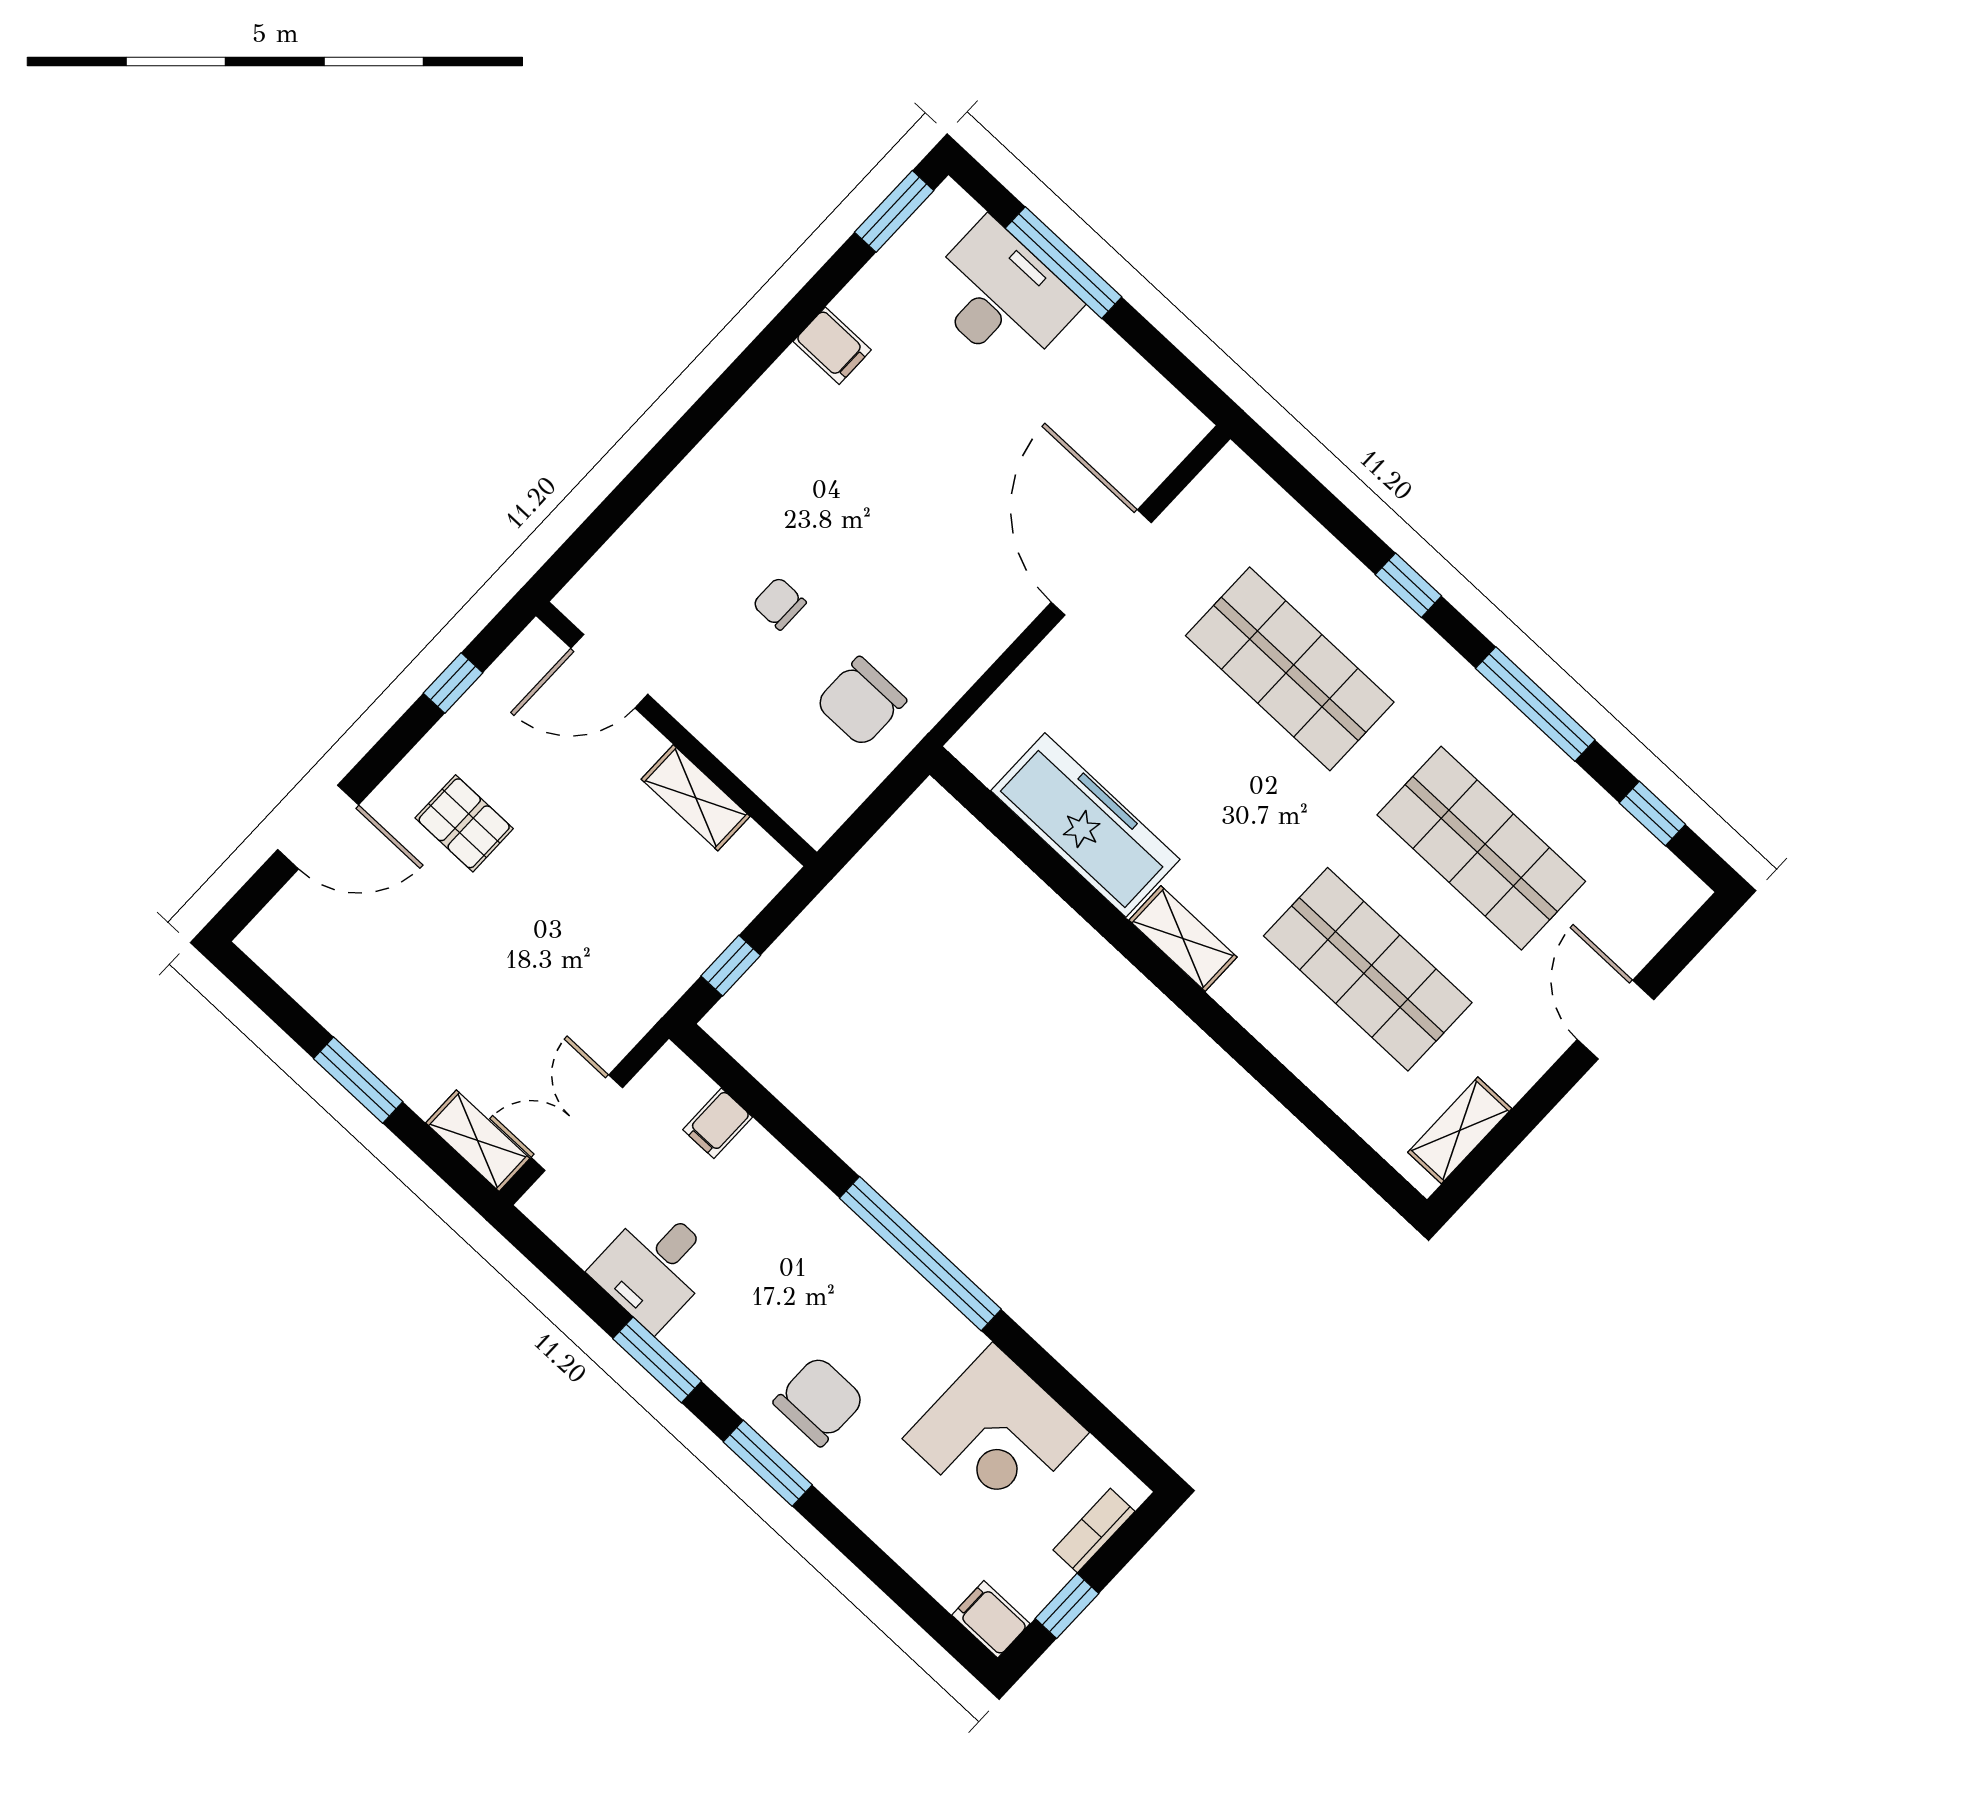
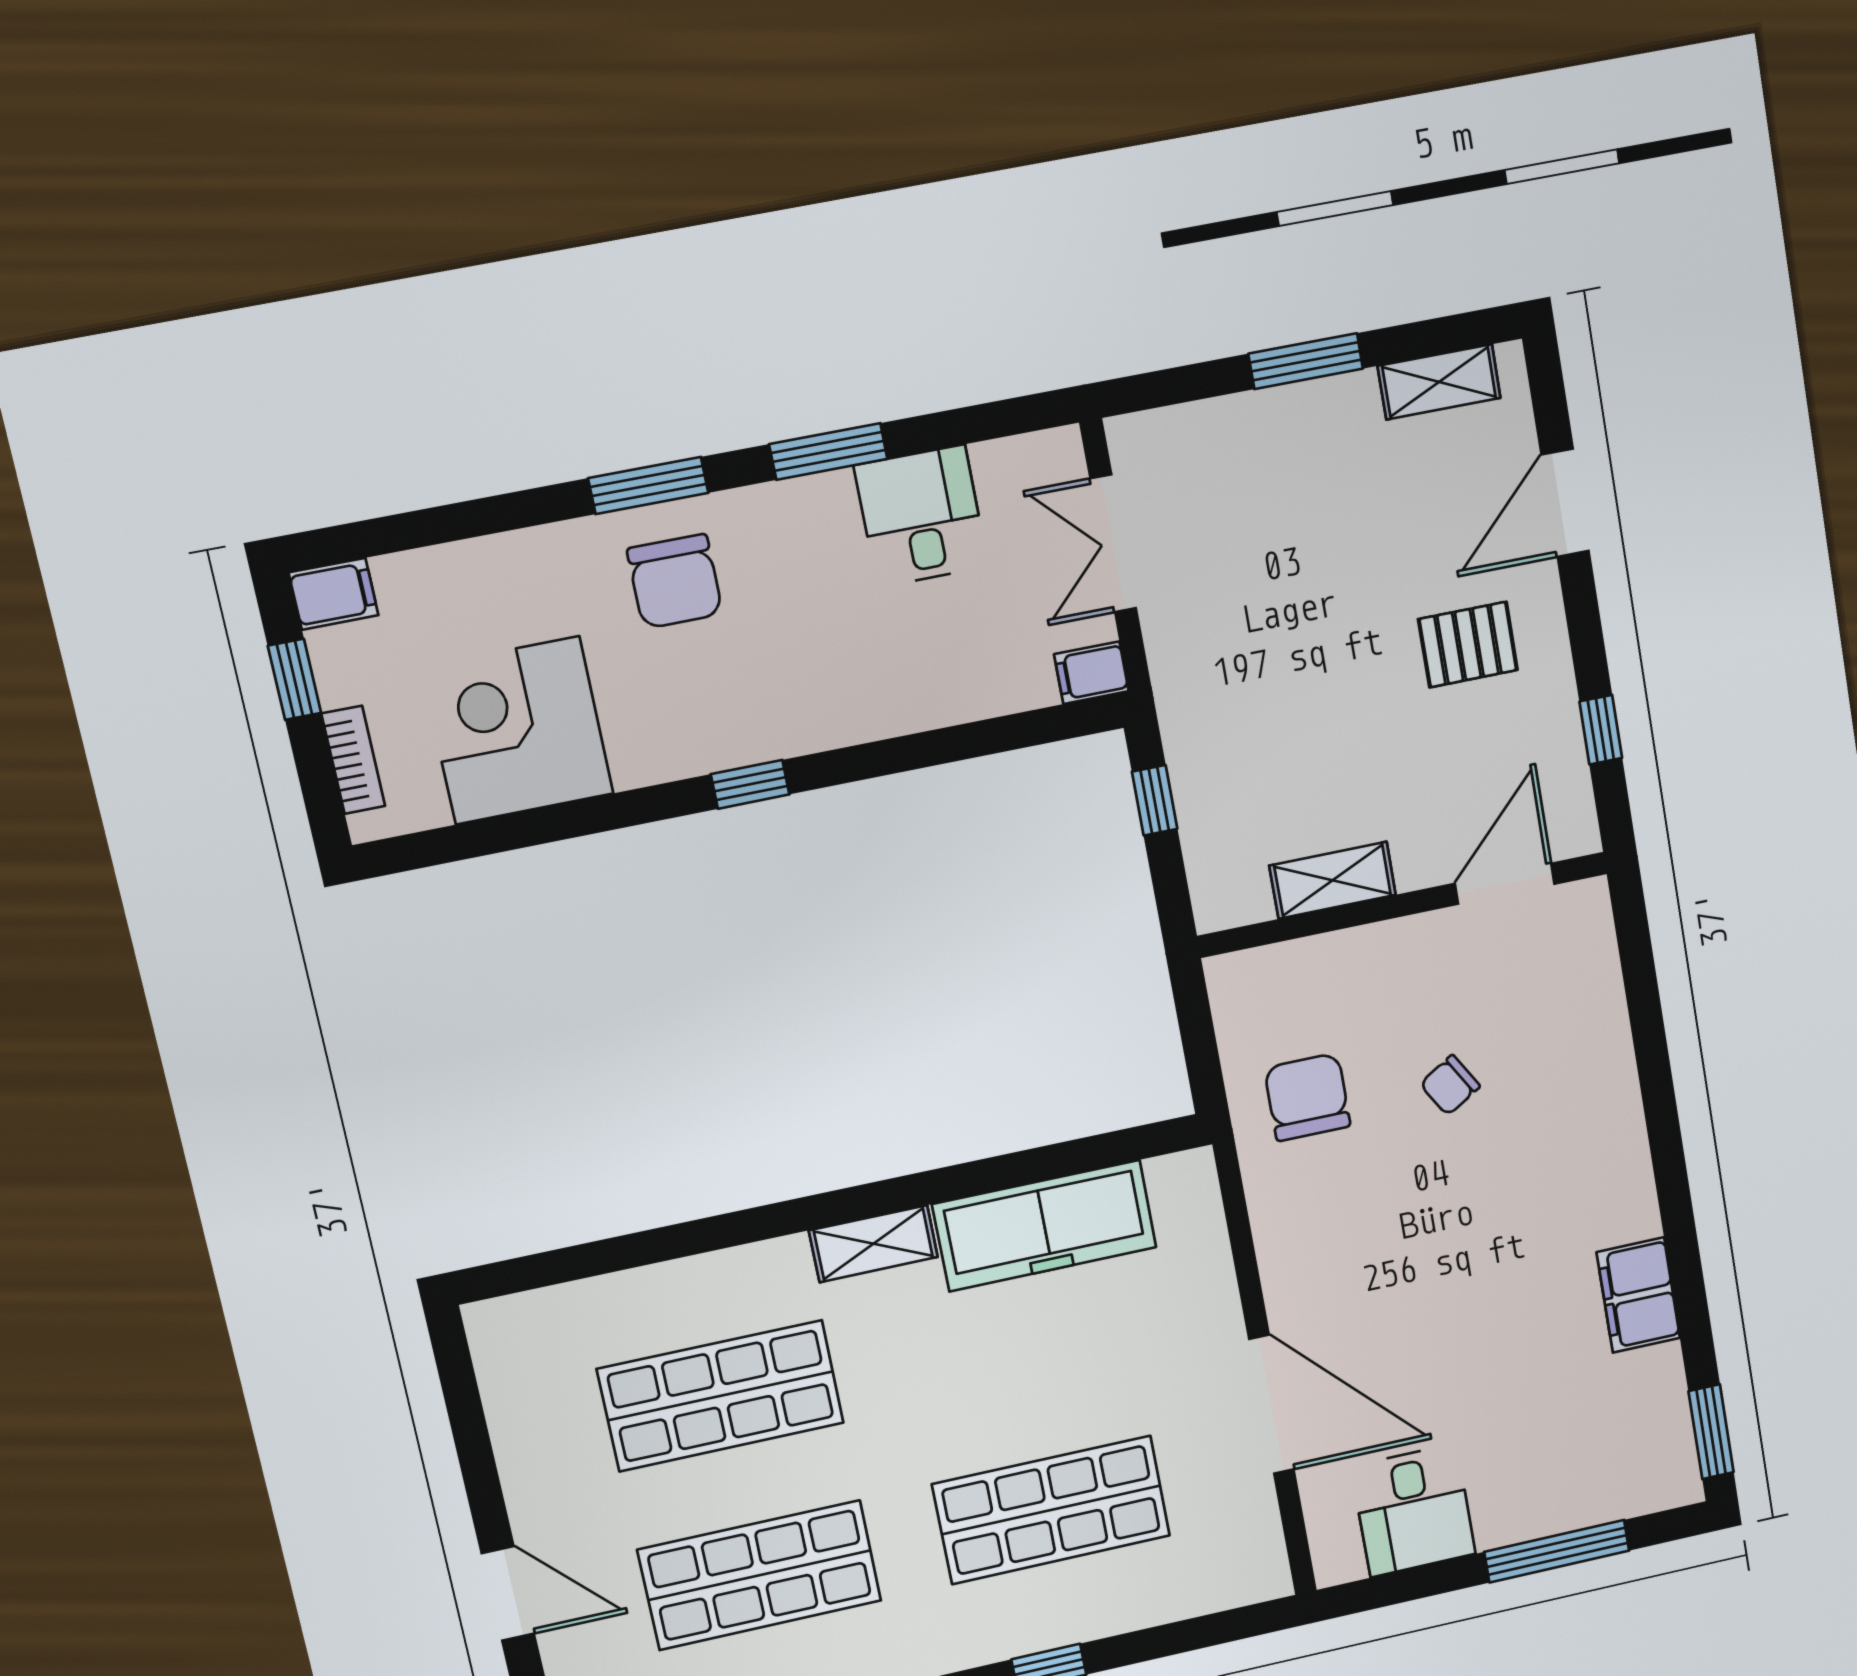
desk: (1001, 297) -> (1413, 1510), moved, width x0.73
filing cabinet: (832, 346) -> (1638, 1295), width x2.00
chair: (779, 603) -> (1450, 1085), turned 149
double door: (577, 1123) -> (1113, 543), swing flipped
filing cabinet: (718, 1123) -> (1091, 673), moved, turned -90
shelving: (1460, 1130) -> (504, 1380), removed
shelving: (478, 1141) -> (1439, 382), moved
window: (920, 1254) -> (750, 784), width x0.32

